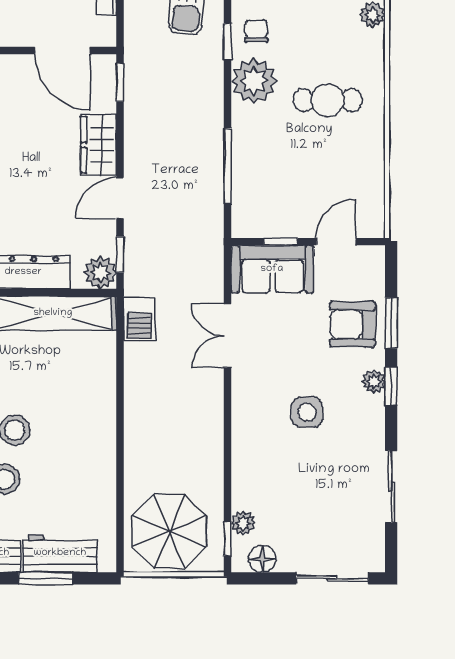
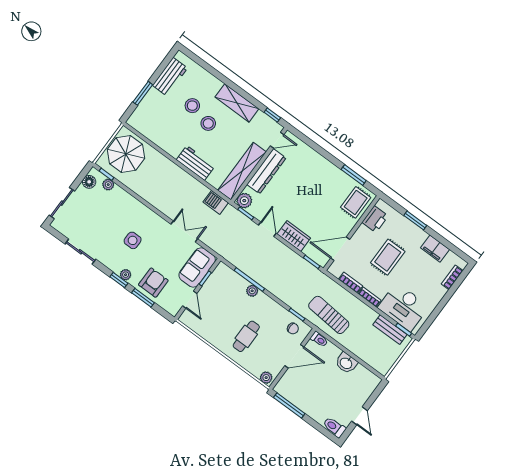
plant: (254, 81) -> (252, 291), moved, width x0.53, depth x0.53
workbench: (60, 553) -> (196, 163), moved, turned -90

